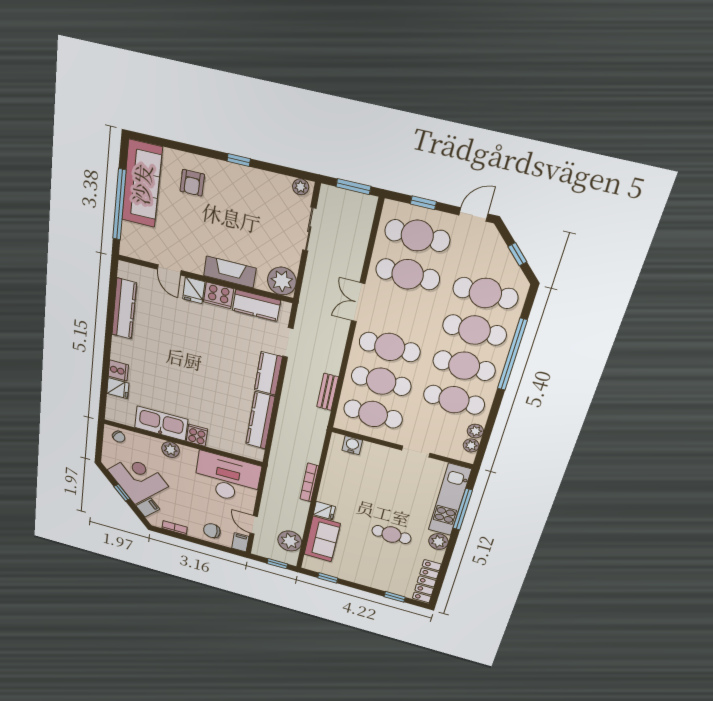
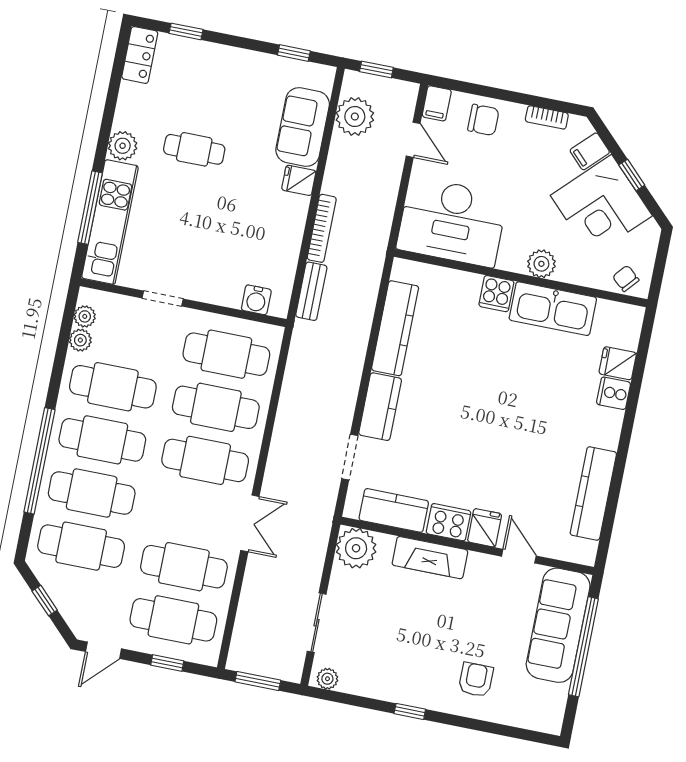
sofa: (142, 184) -> (558, 625), moved
bench: (328, 392) -> (311, 291), moved
locker: (427, 581) -> (140, 55), width x0.66

